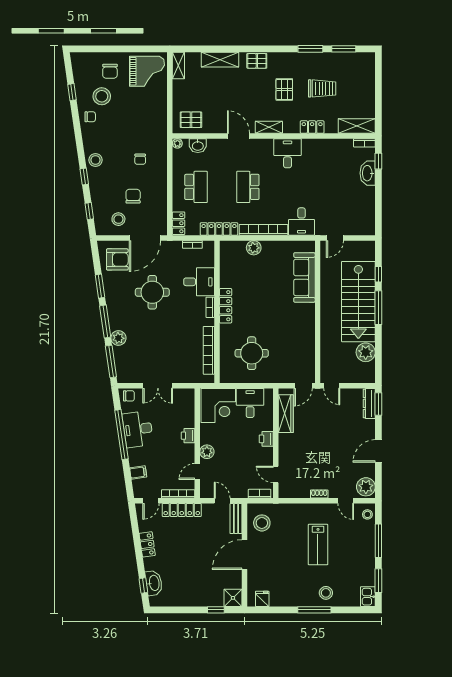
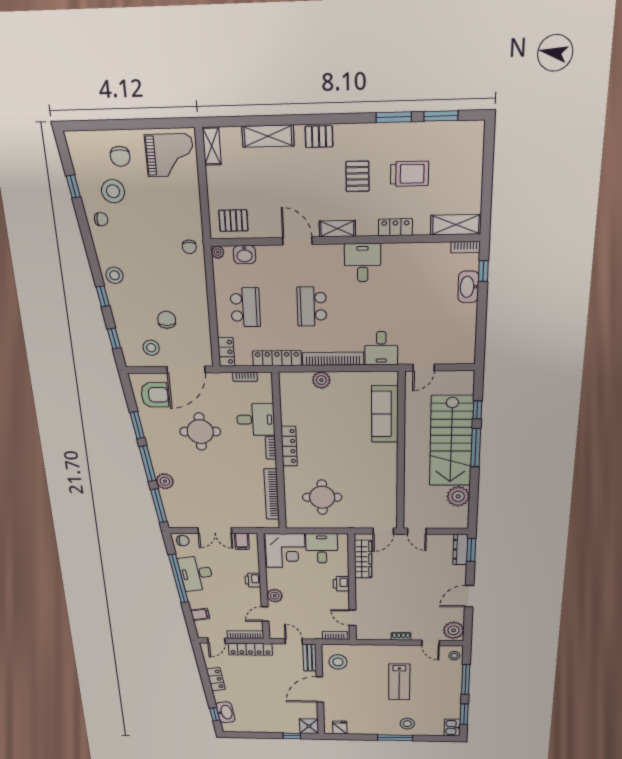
chair: (140, 159) -> (189, 247), moved
filing cabinet: (181, 396) -> (242, 541), added

